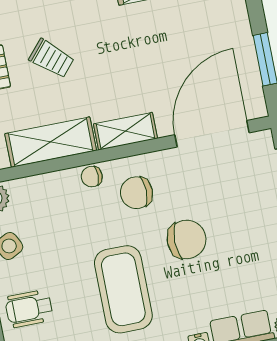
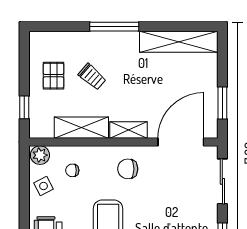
chair: (92, 177) -> (72, 170), moved
chair: (187, 239) -> (153, 203), removed

